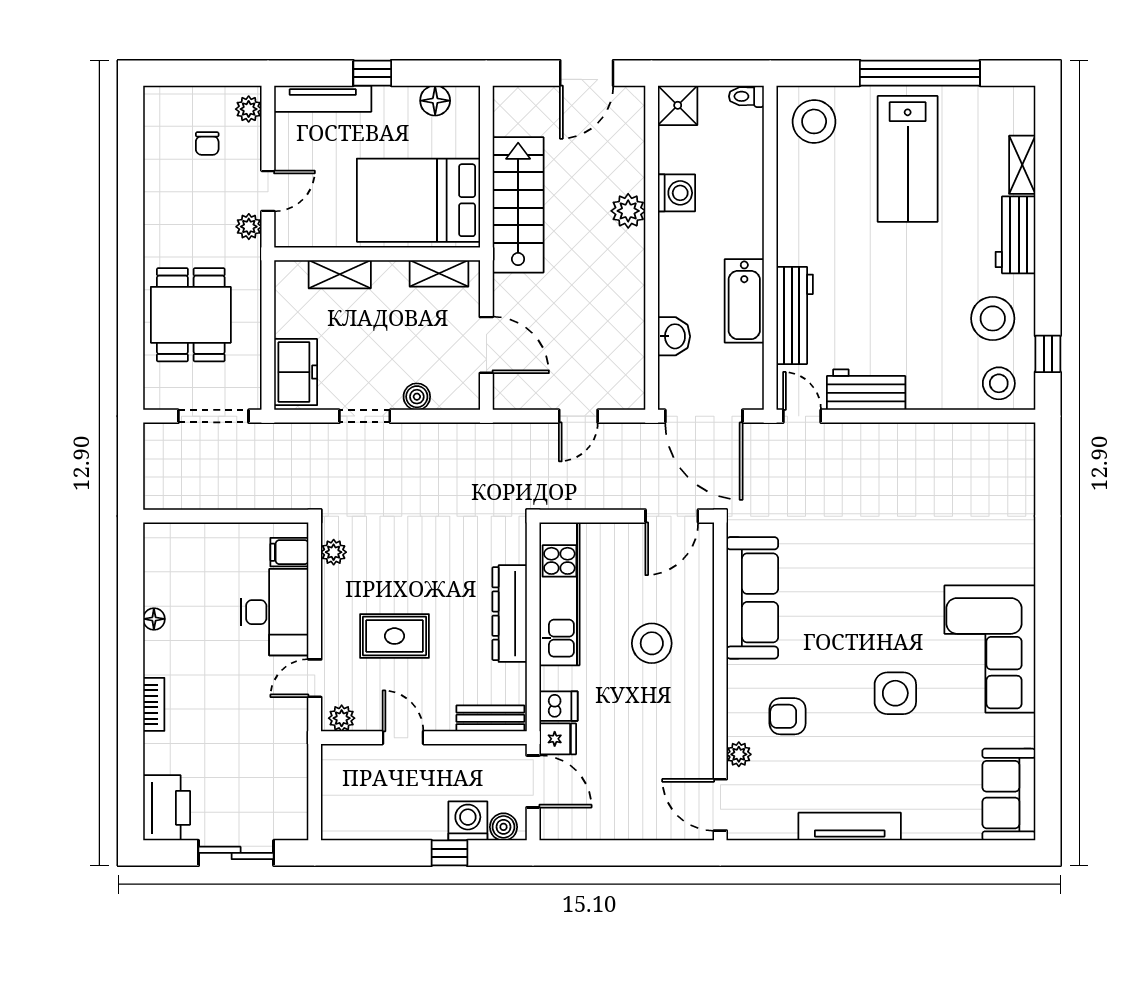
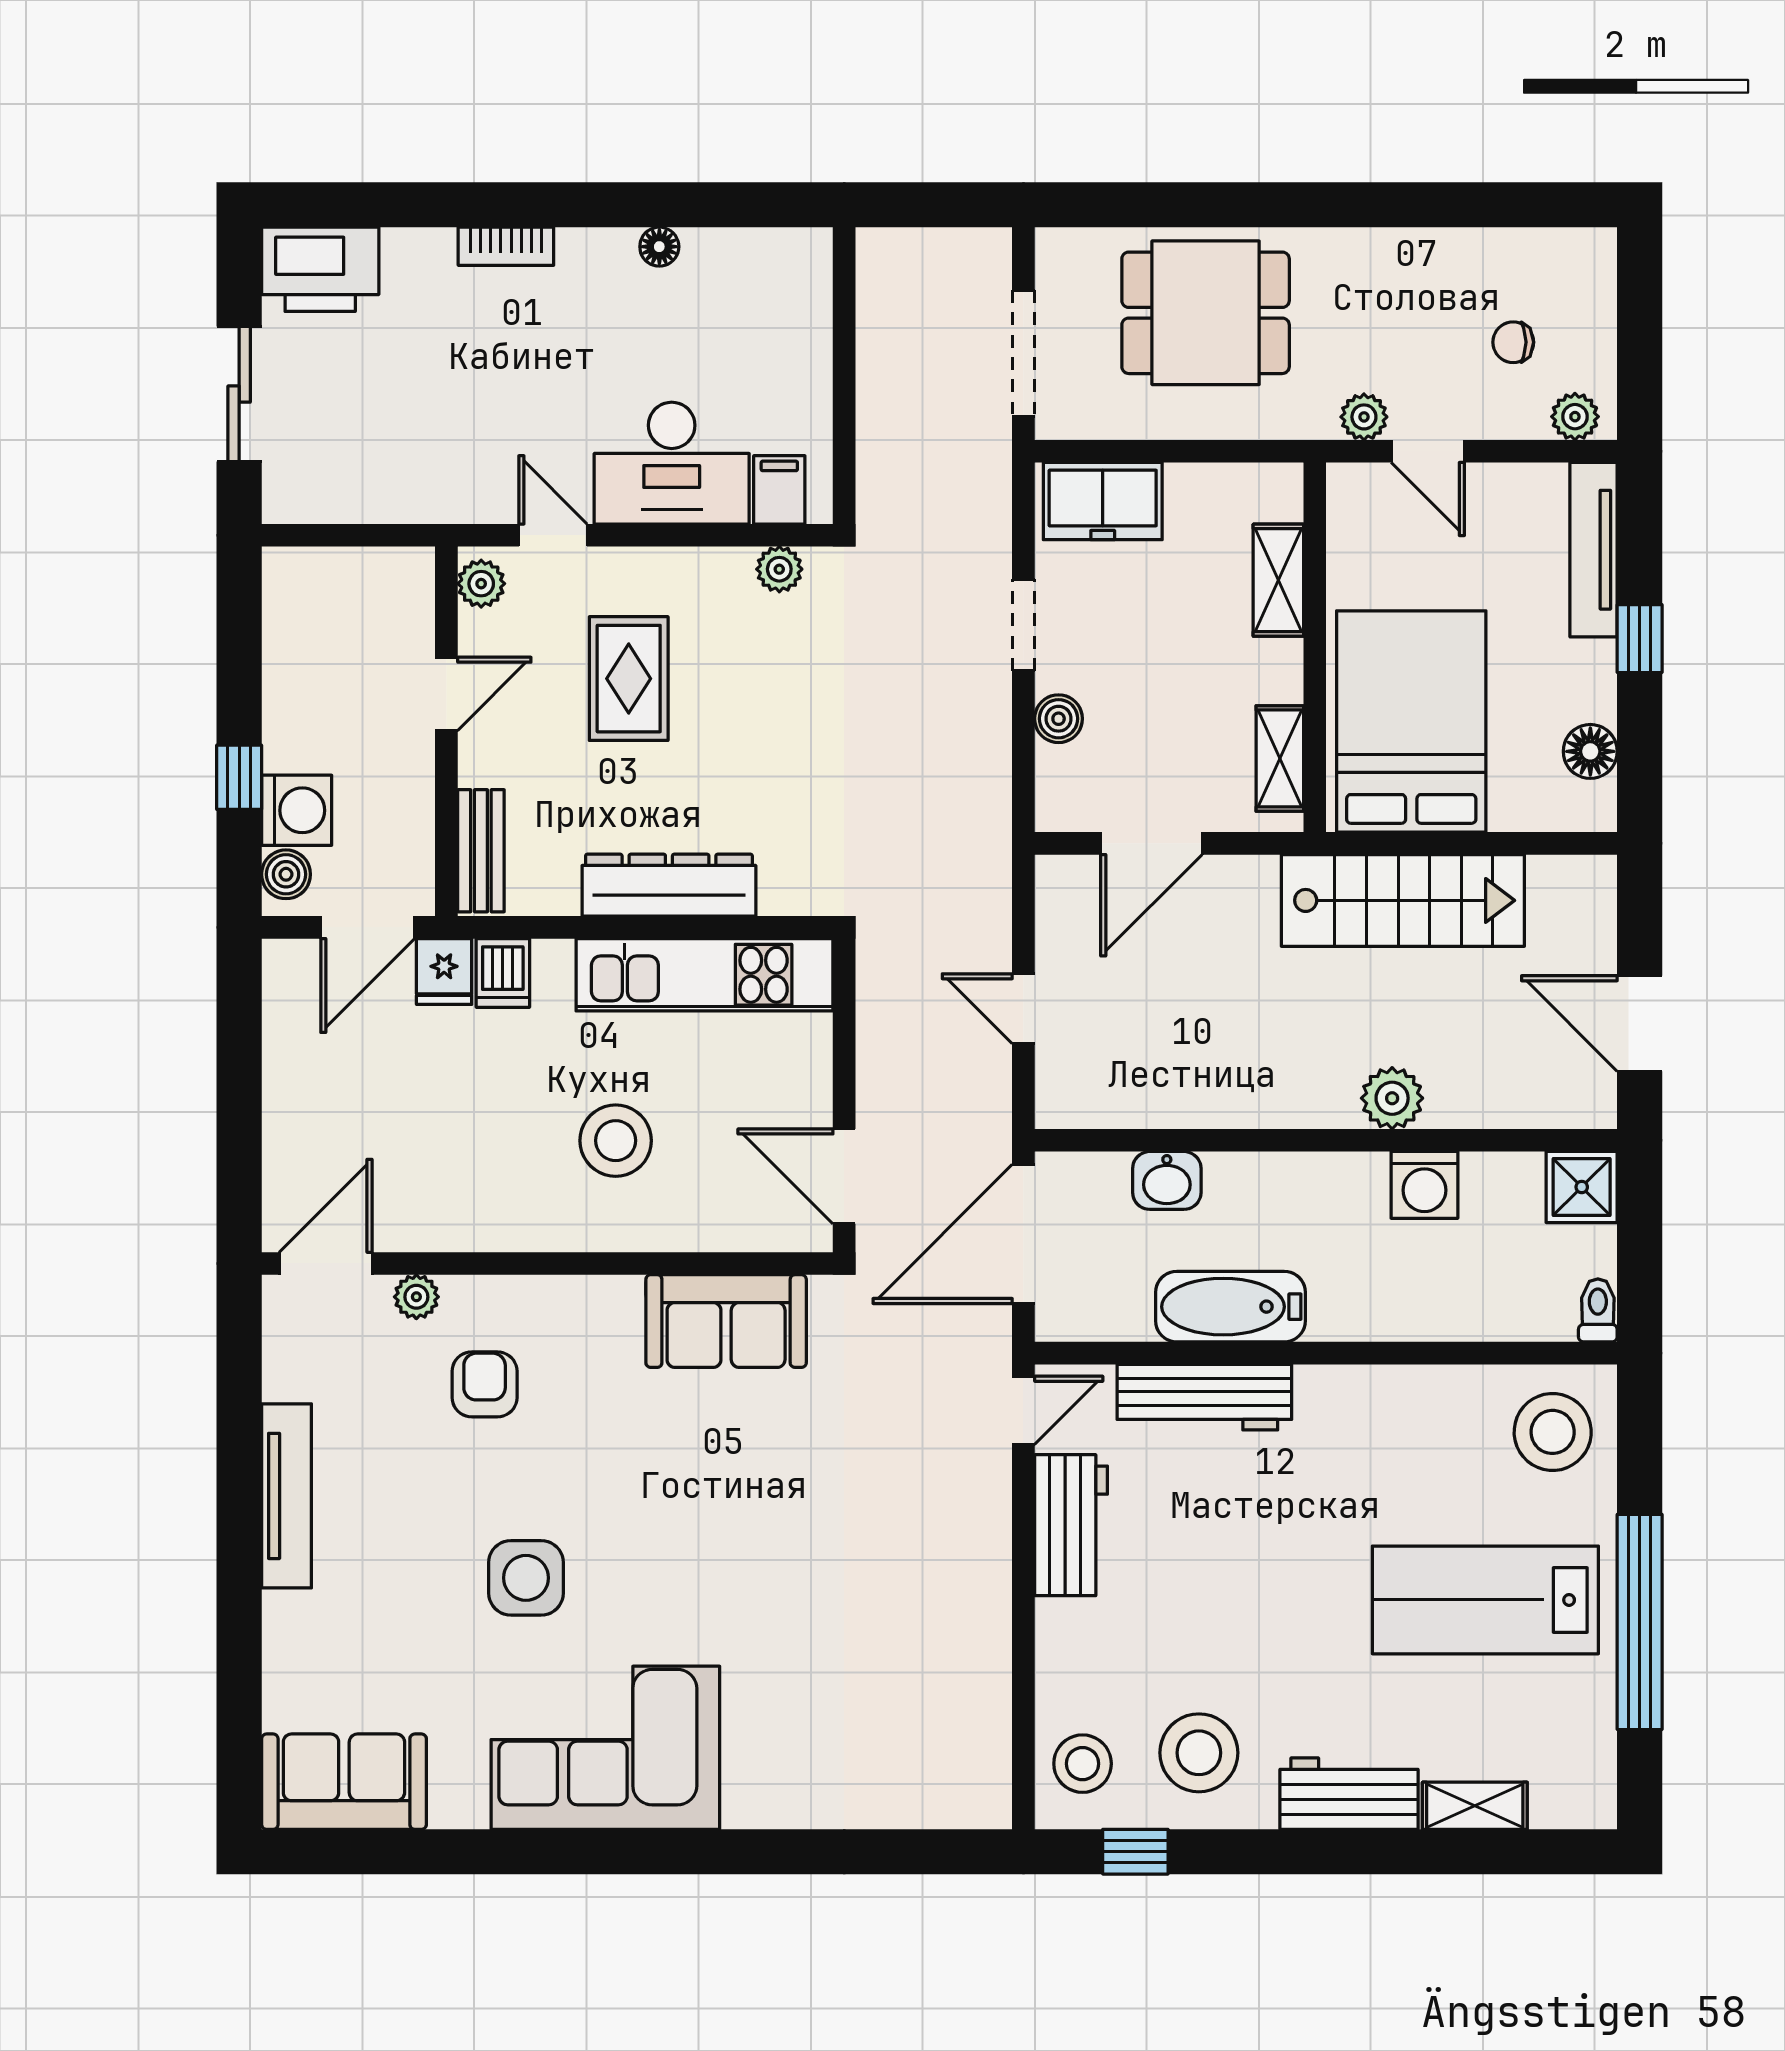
sofa: (752, 598) -> (726, 1321), width x0.73

